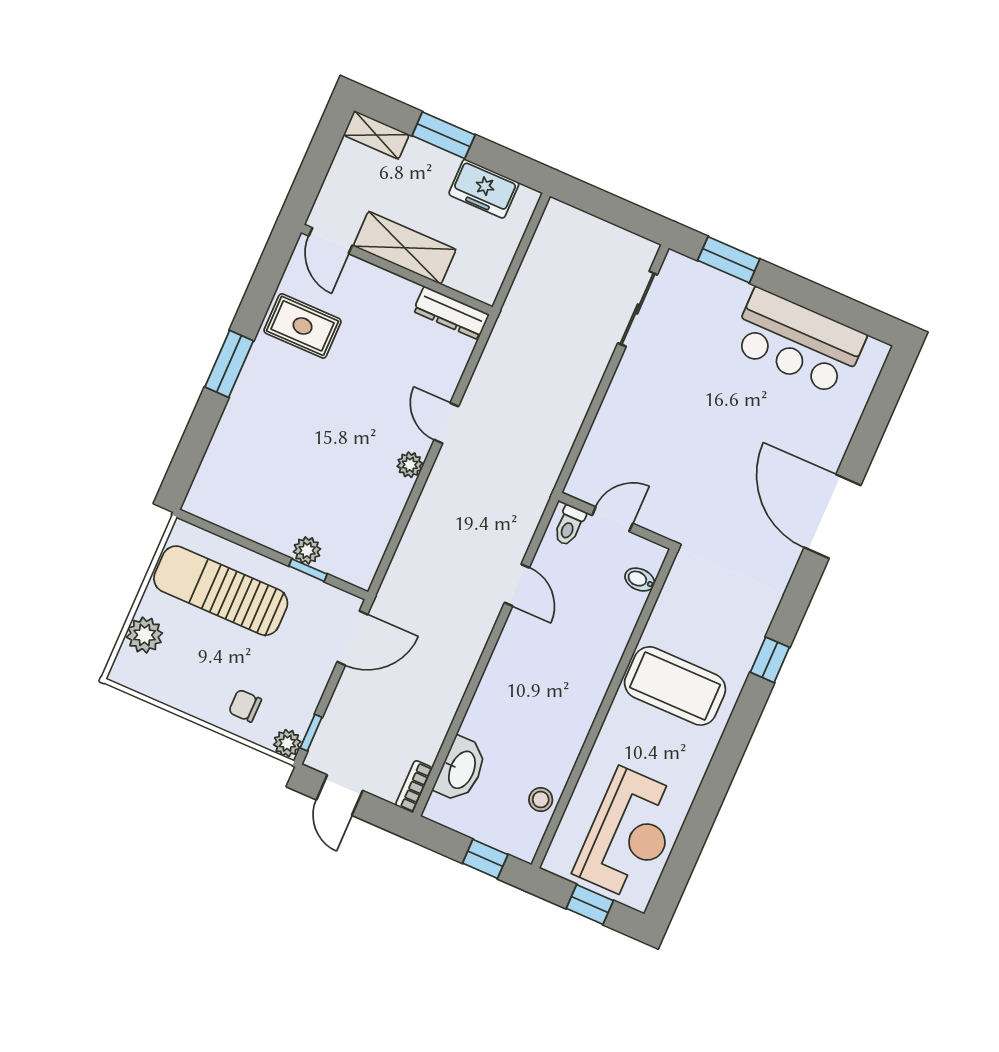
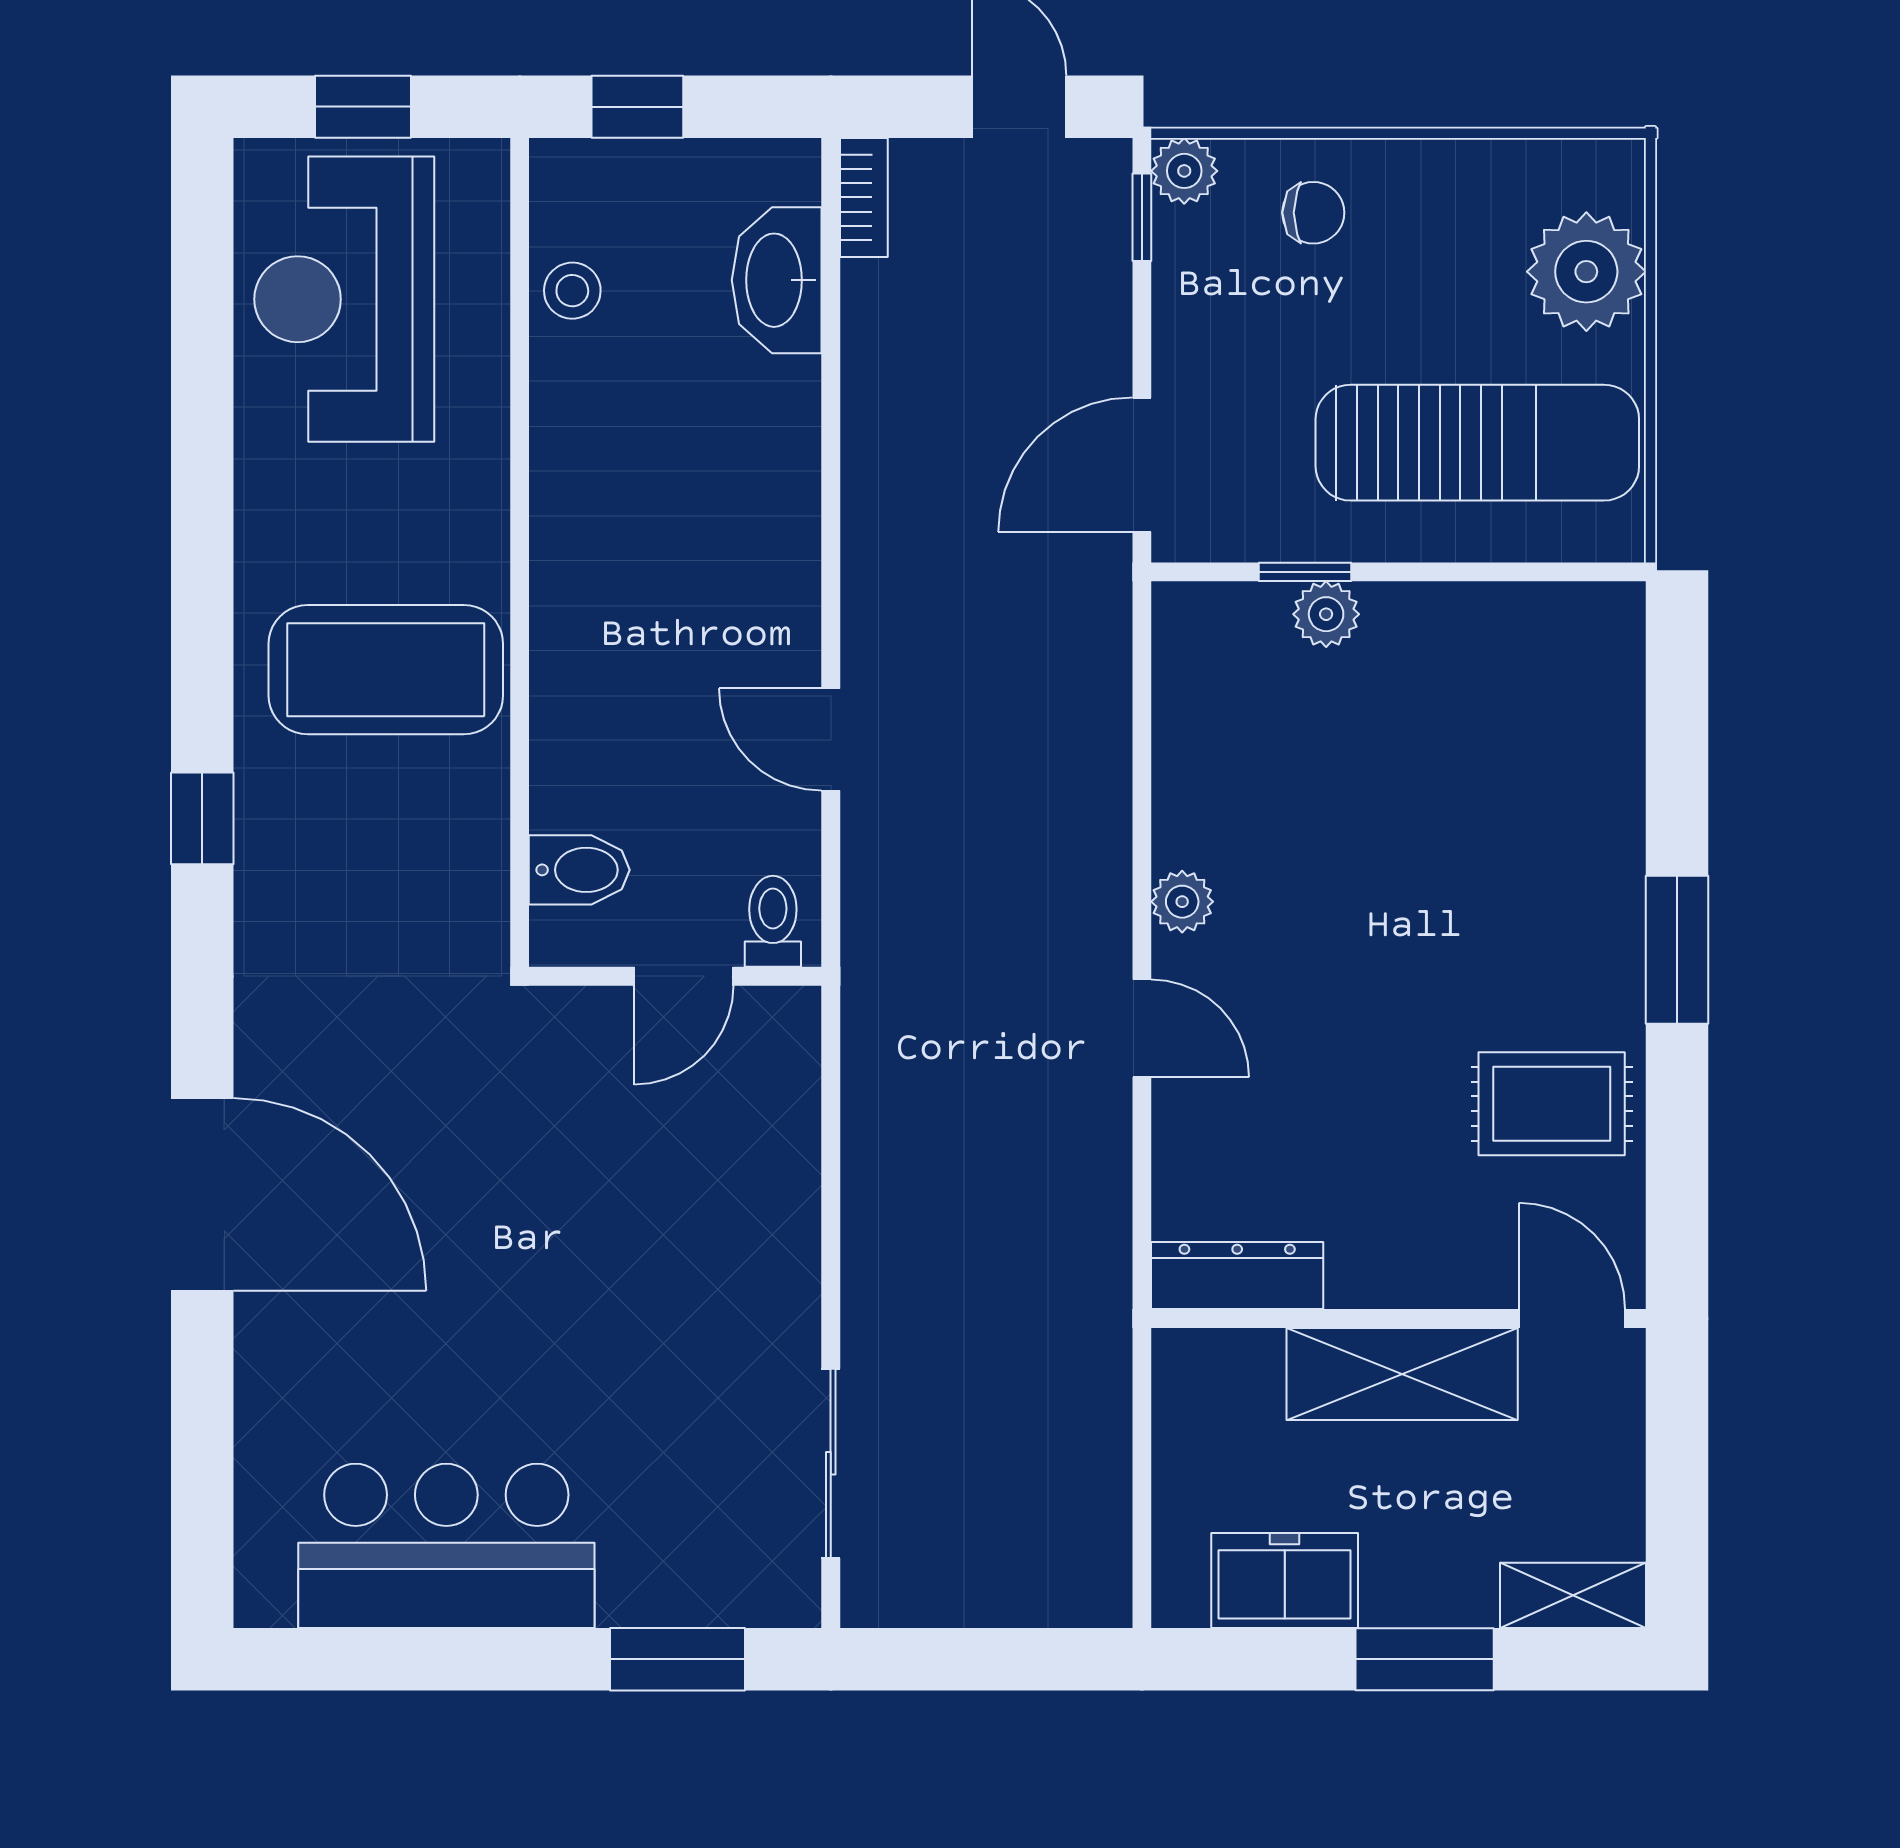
bidet: (640, 580) -> (579, 870), width x1.38, depth x1.36
plant: (145, 635) -> (1586, 272), width x1.36, depth x1.36

